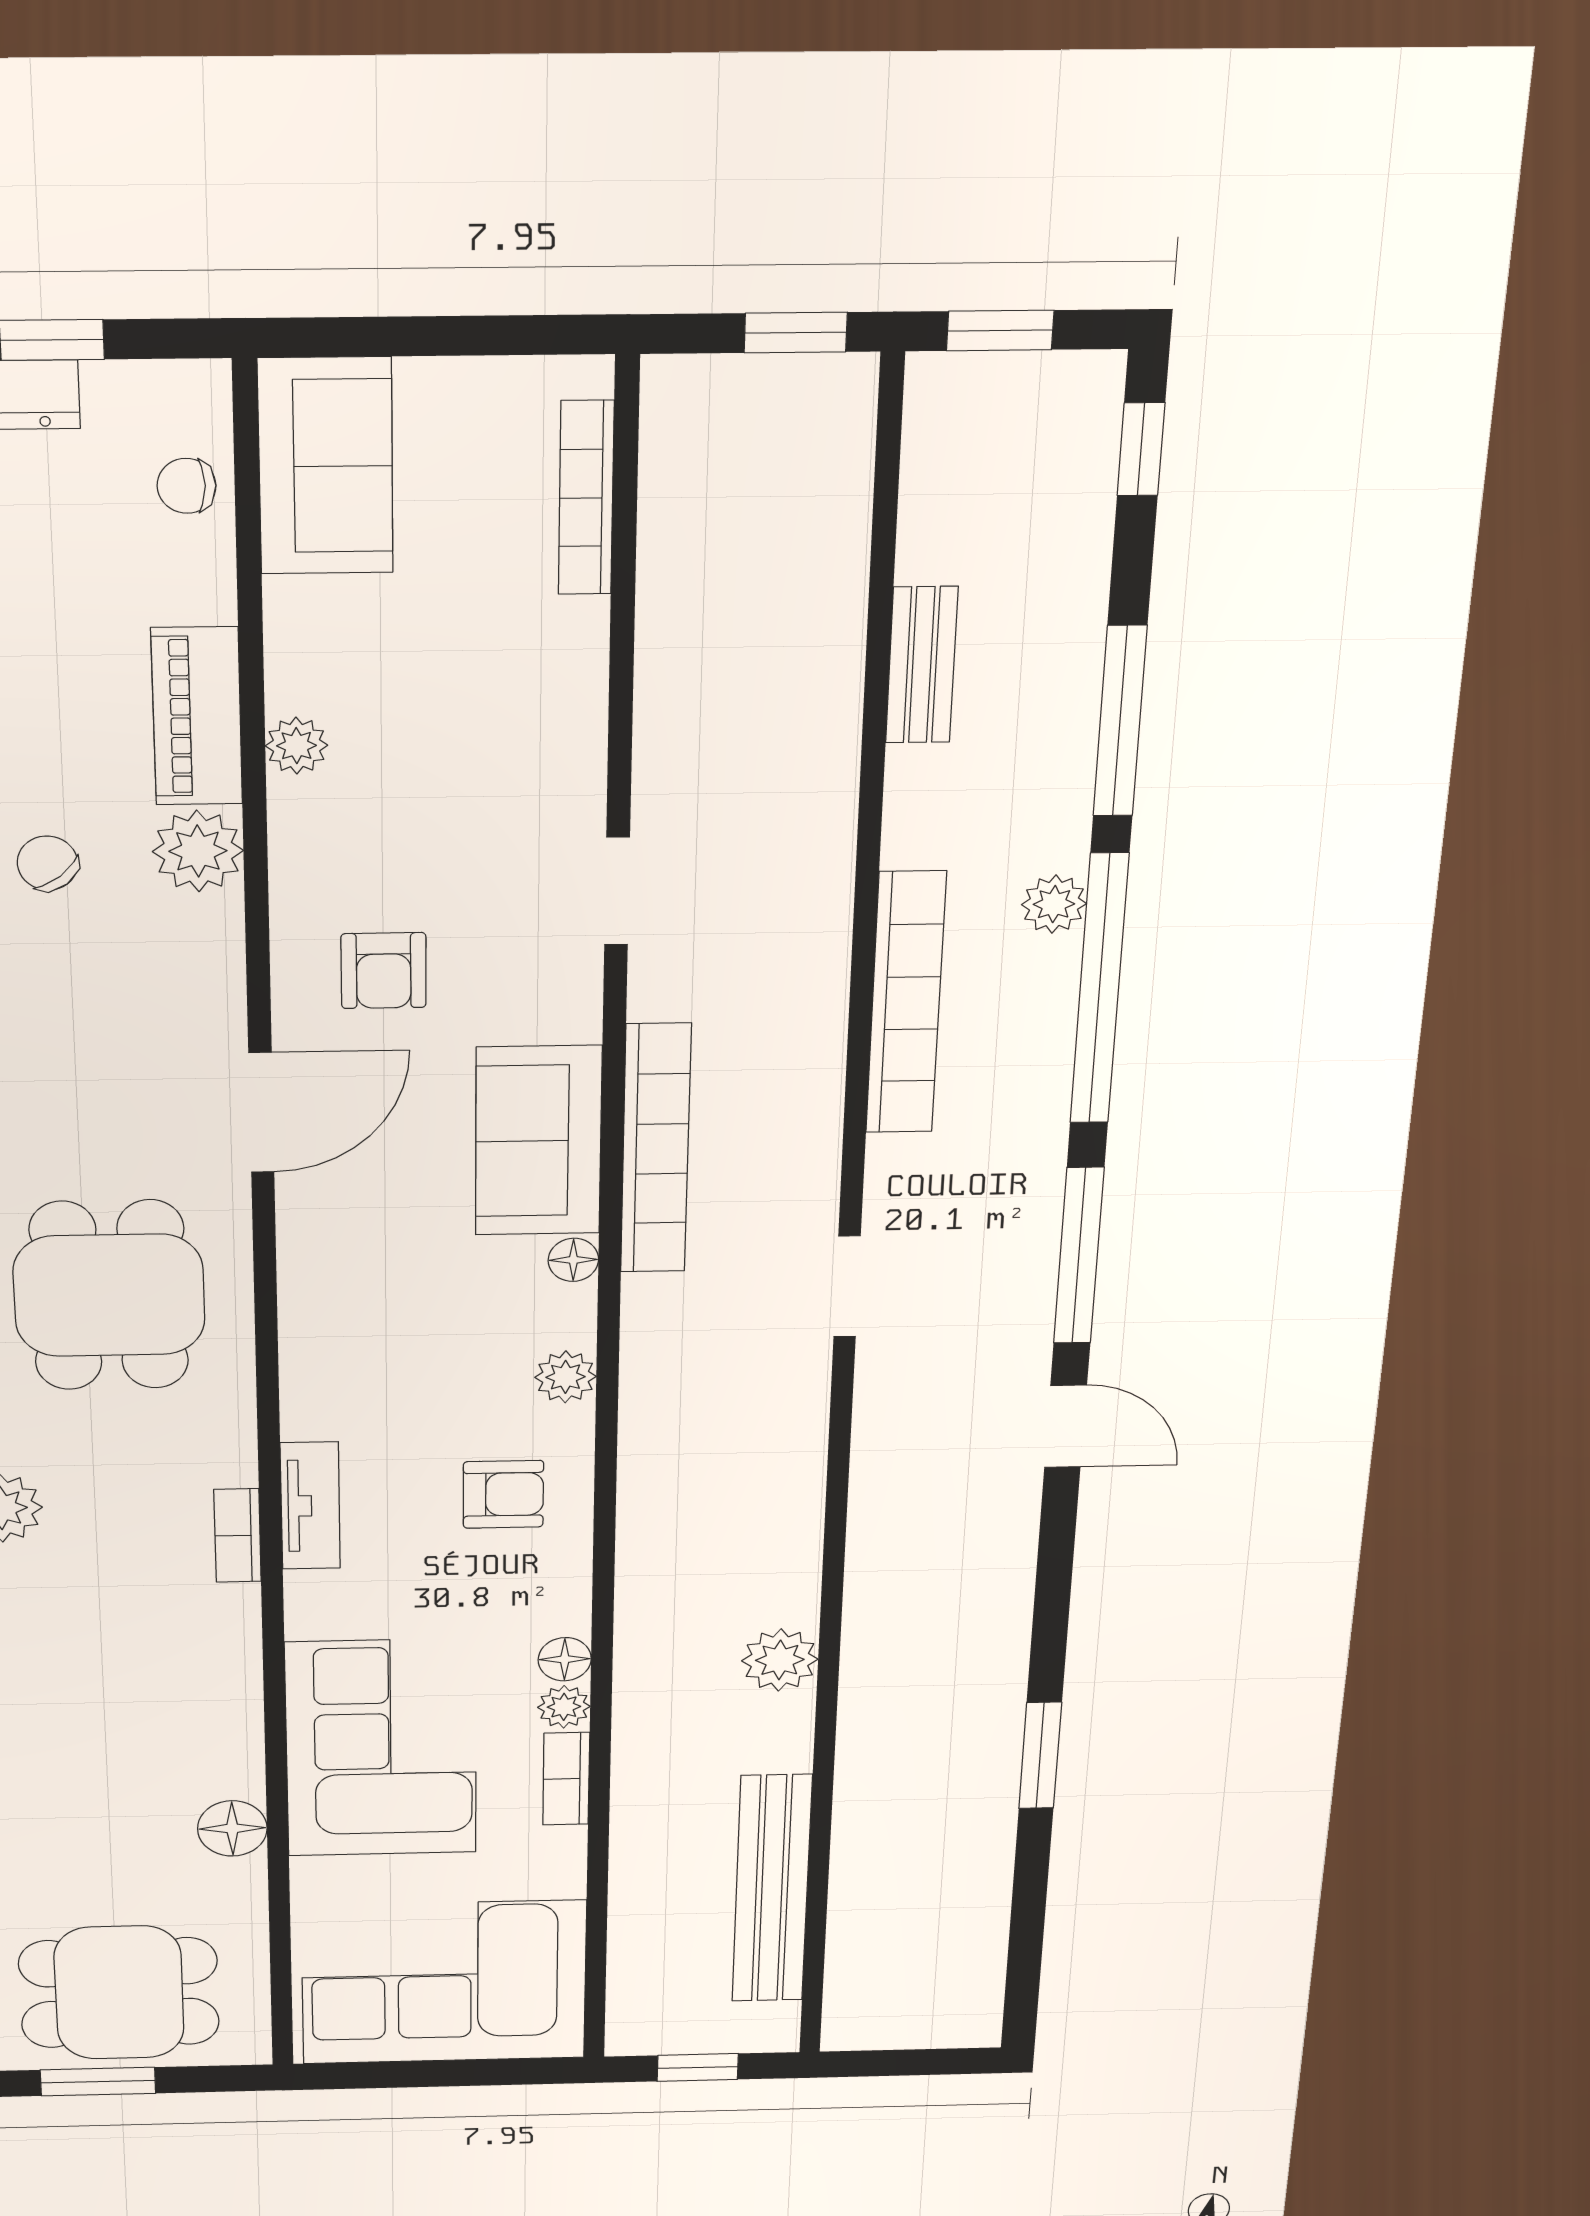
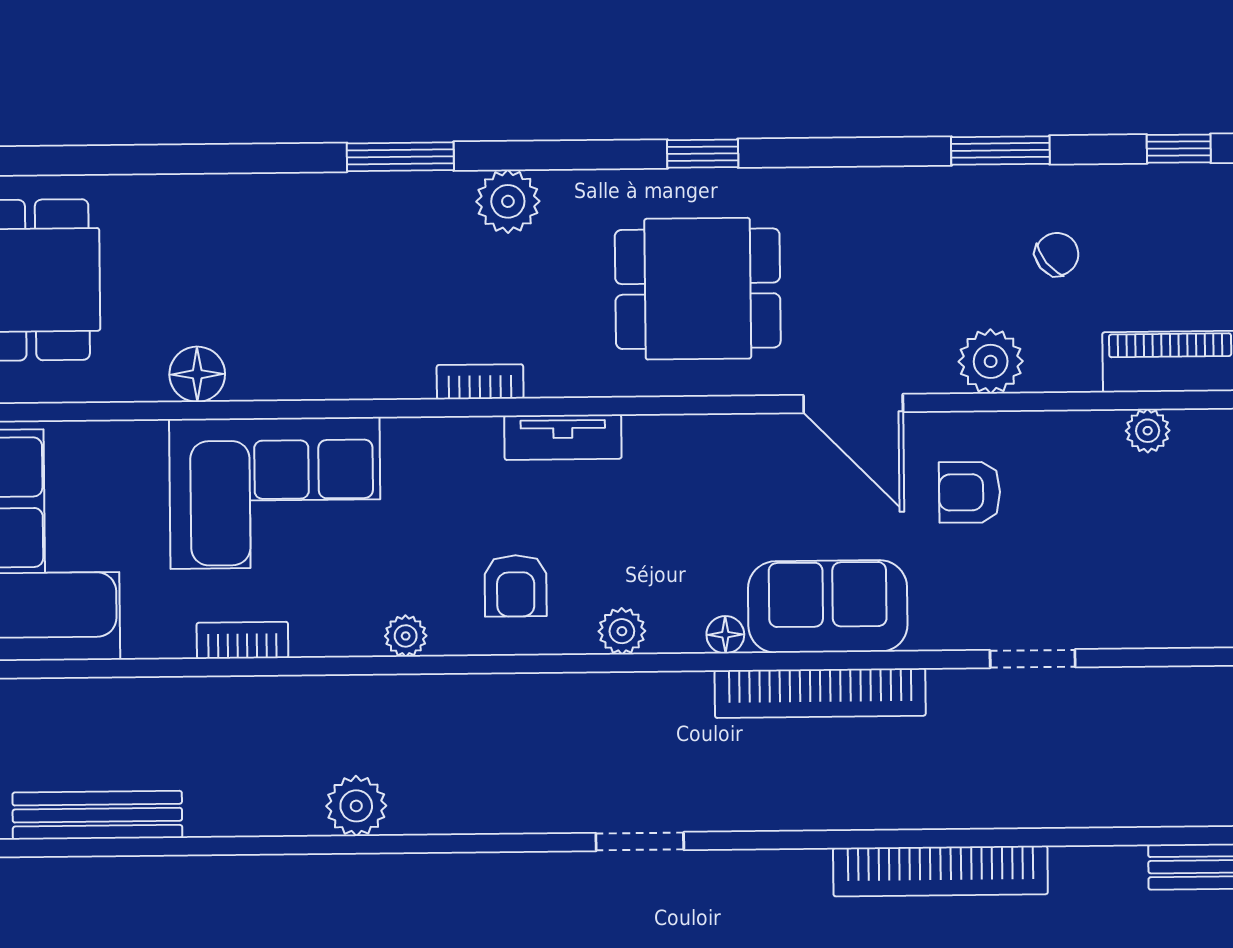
plant: (198, 851) -> (991, 361), moved
doorway: (847, 1287) -> (640, 842), moved
tv unit: (310, 1506) -> (563, 437), moved
floor lamp: (565, 1659) -> (359, 636), removed
plant: (564, 1707) -> (406, 636), moved
bench: (772, 1889) -> (97, 815), width x0.73, depth x0.82

